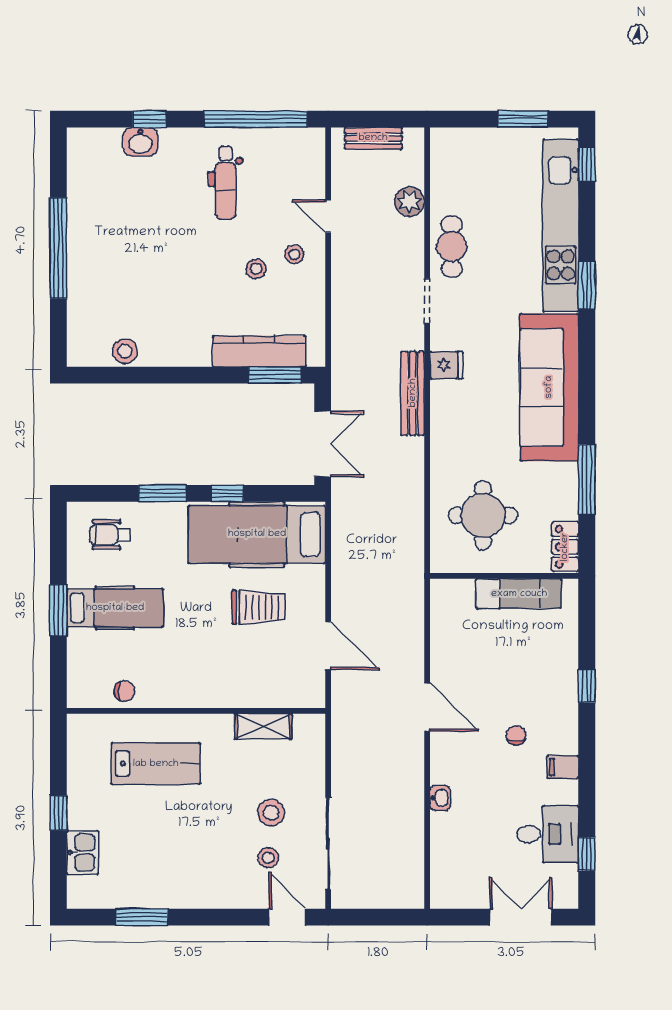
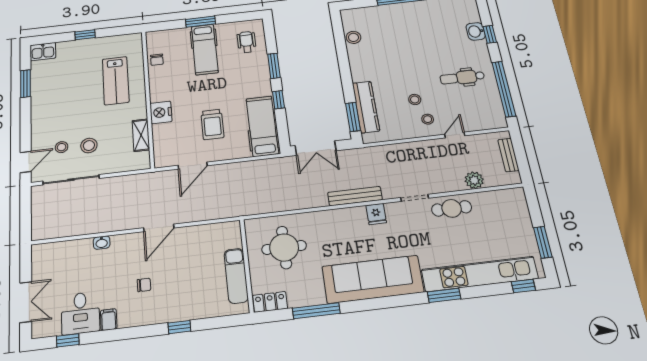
hospital bed: (257, 534) -> (262, 126), width x0.73, depth x0.78
nightstand: (226, 691) -> (161, 112), added
filing cabinet: (563, 767) -> (109, 320), moved
kitchen sink: (83, 852) -> (43, 52), moved

